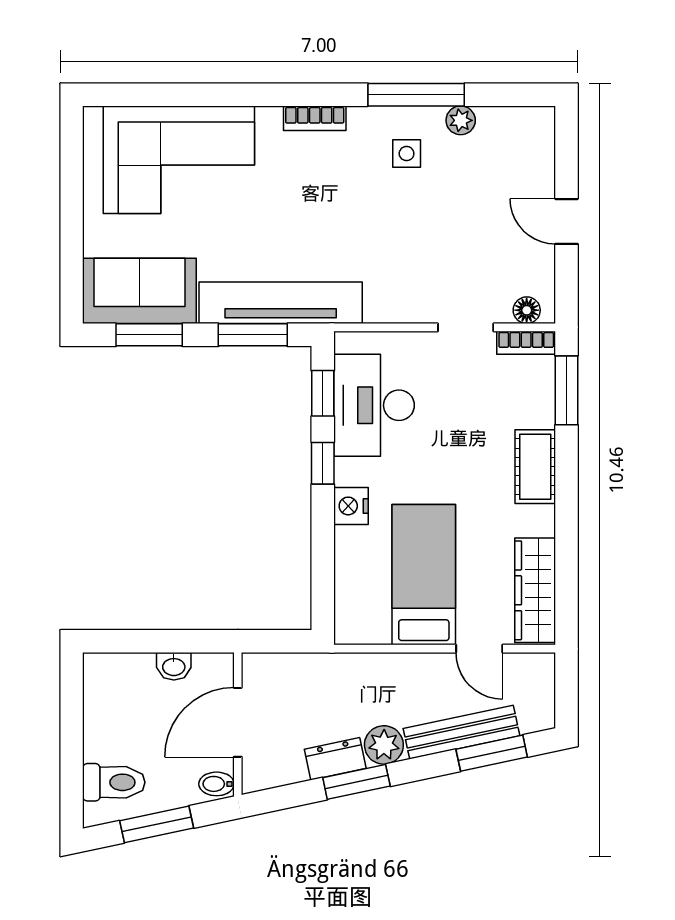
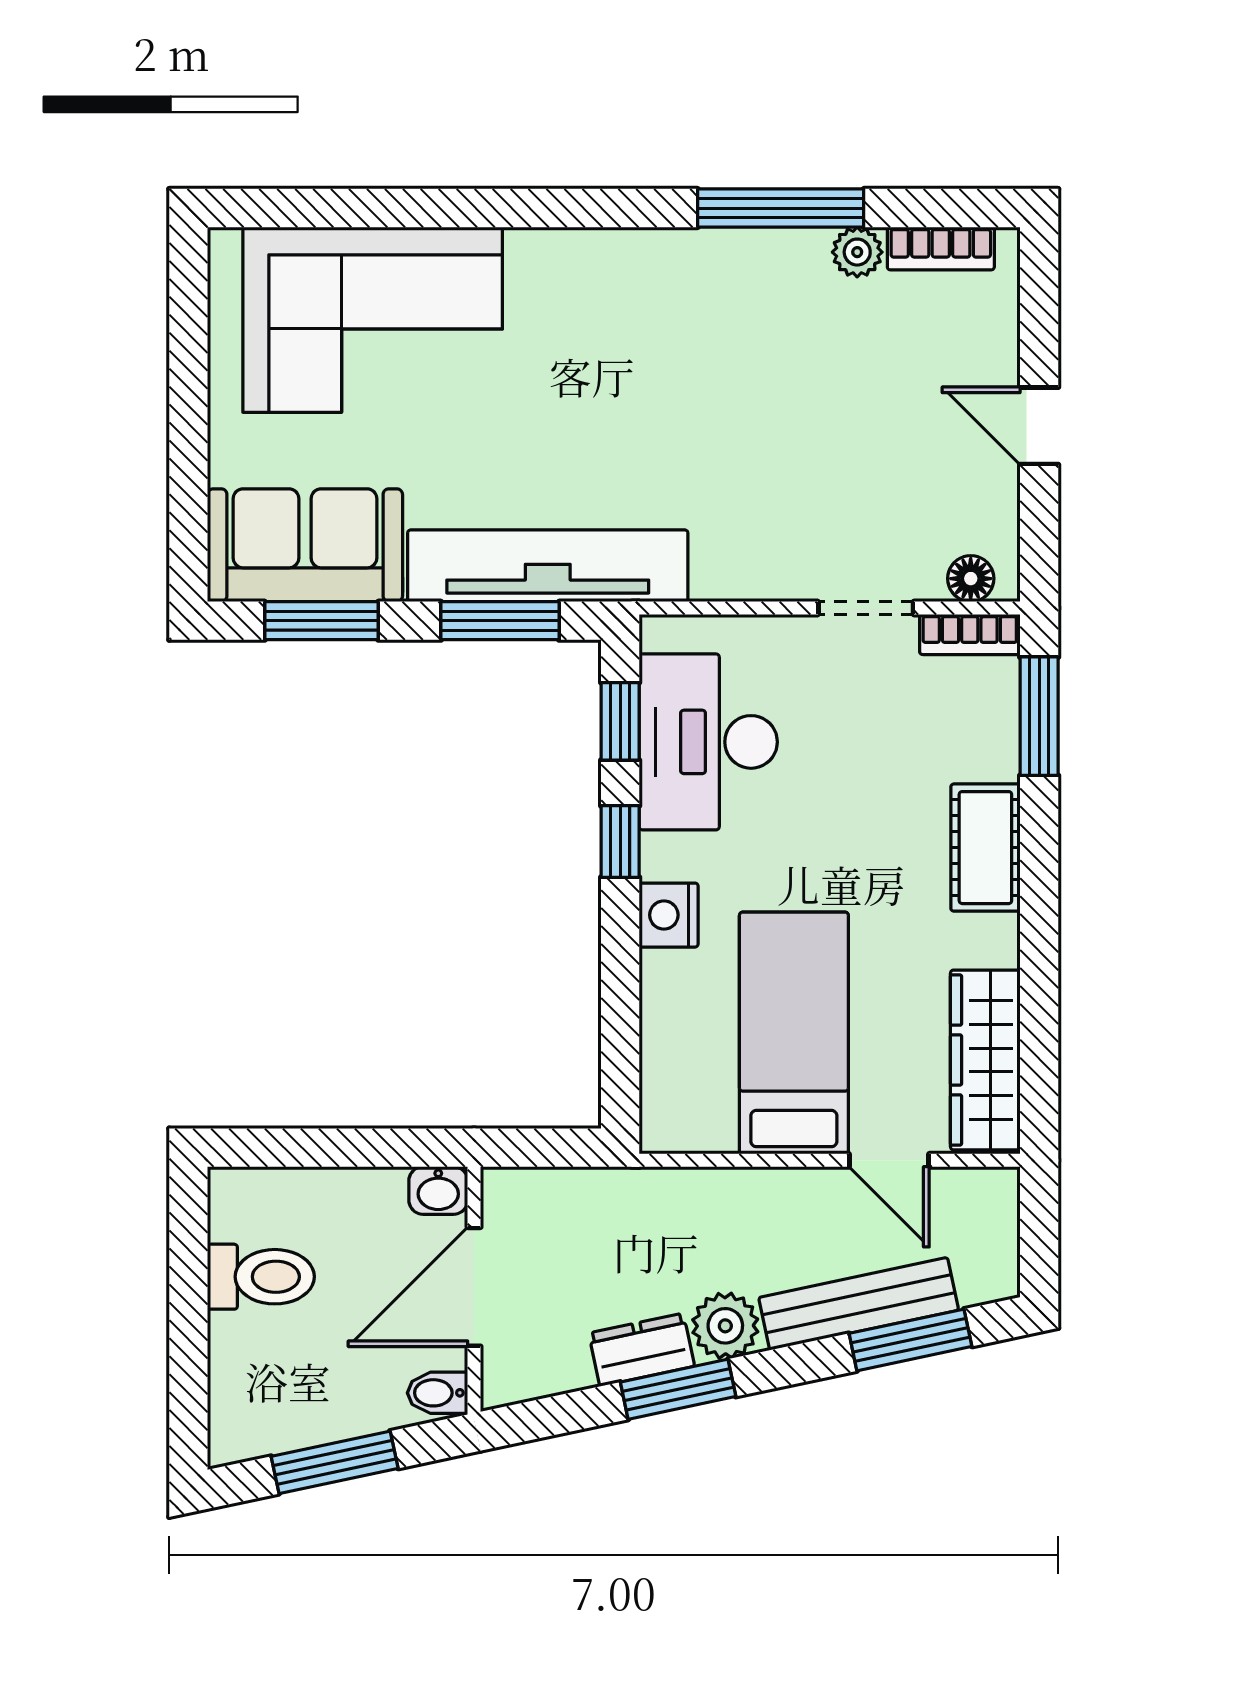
bookcase: (315, 118) -> (941, 248), moved
side table: (407, 154) -> (764, 309), removed
washbasin: (174, 666) -> (438, 1190), moved
toilet: (114, 782) -> (261, 1277), moved

